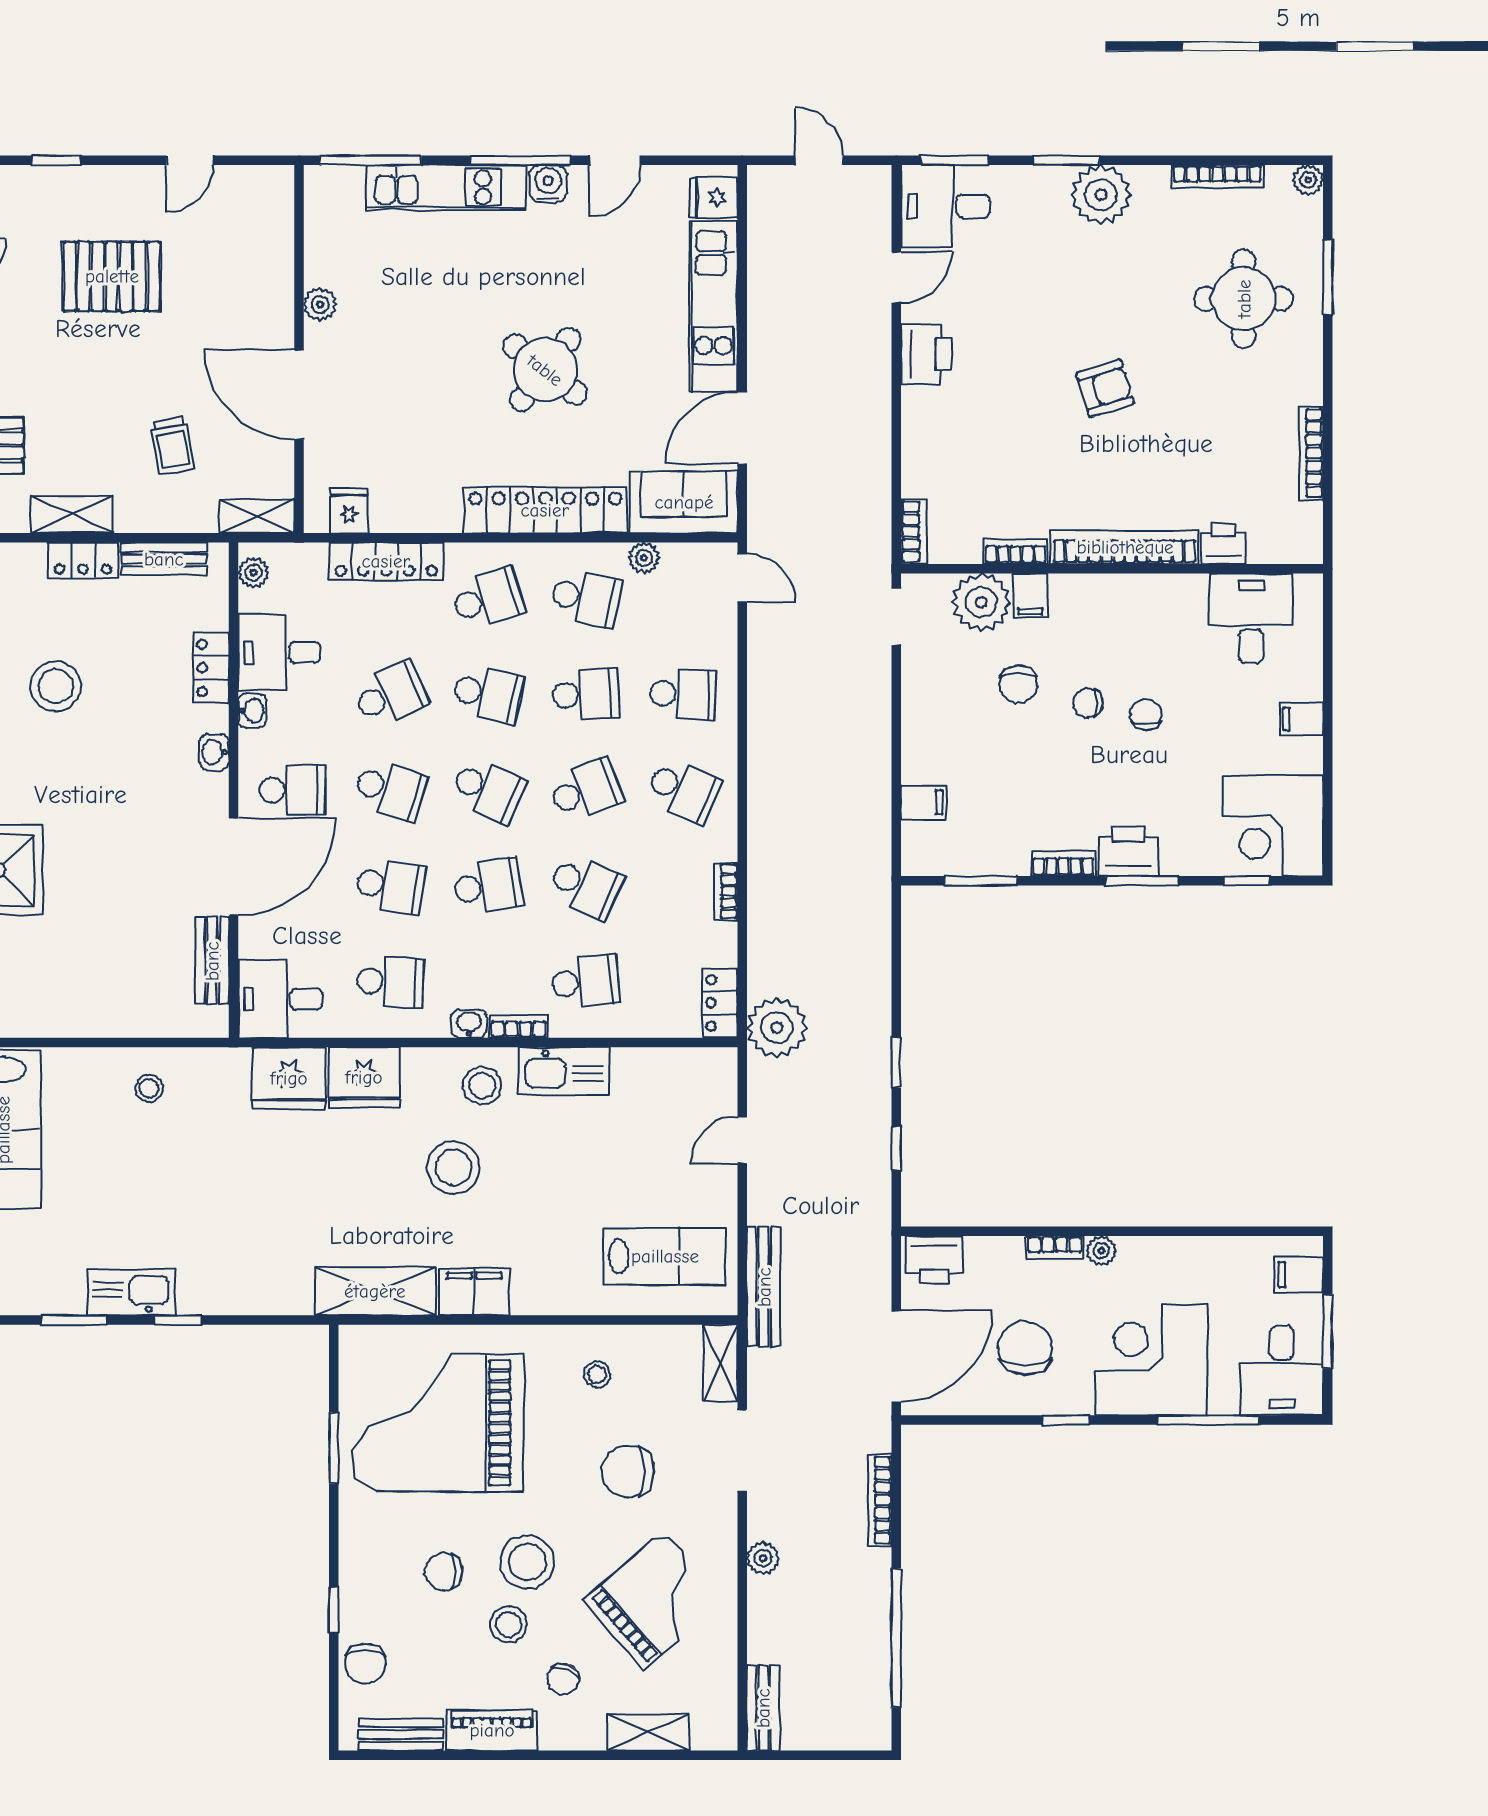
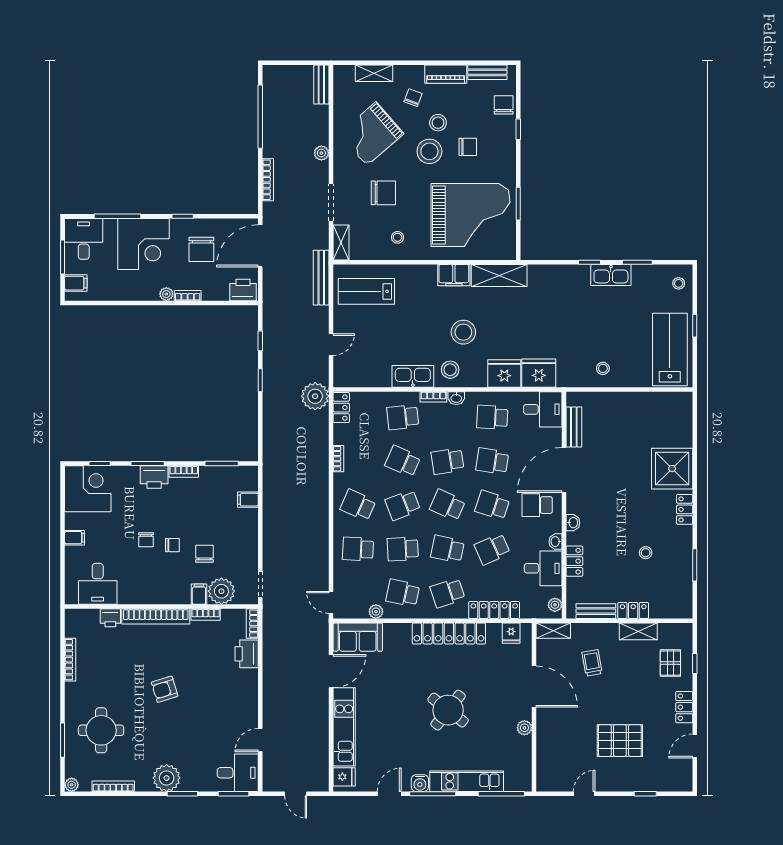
printer: (926, 354) -> (247, 654), moved
round table: (545, 370) -> (448, 710), moved
locker: (545, 510) -> (449, 633), moved
stool: (56, 686) -> (646, 553), width x0.53, depth x0.53

